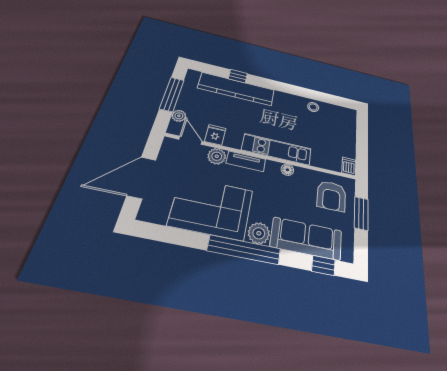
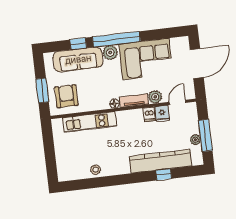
plant: (179, 116) -> (195, 140), moved
door: (191, 140) -> (177, 102), swing flipped
kitchen unit: (277, 149) -> (90, 122), moved
dishwasher: (349, 166) -> (149, 114), moved
floor lamp: (287, 170) -> (115, 104), moved
window: (323, 265) -> (78, 44), moved

